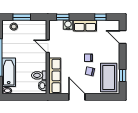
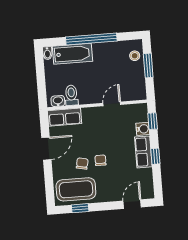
window: (100, 17) -> (155, 156), moved
row of seats: (55, 76) -> (65, 117), width x0.68

